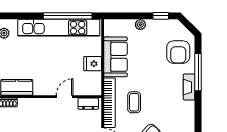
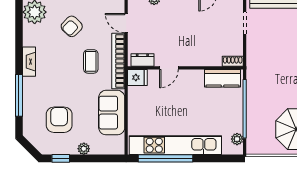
armchair: (178, 52) -> (59, 120), moved
fridge: (93, 64) -> (137, 77), moved
fireplace: (189, 87) -> (29, 62), moved

